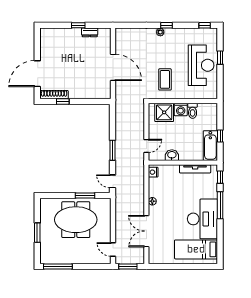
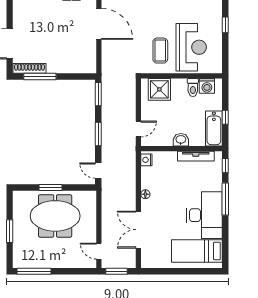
reception desk: (201, 65) -> (191, 47), moved
door: (113, 67) -> (99, 24), moved
window: (63, 101) -> (40, 77), width x2.17
washing machine: (181, 109) -> (207, 86), moved
window: (112, 116) -> (98, 94), added
washbasin: (172, 155) -> (181, 140), moved
window: (85, 196) -> (51, 187), moved

